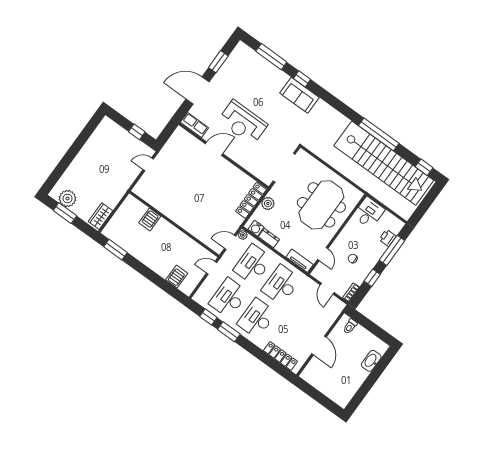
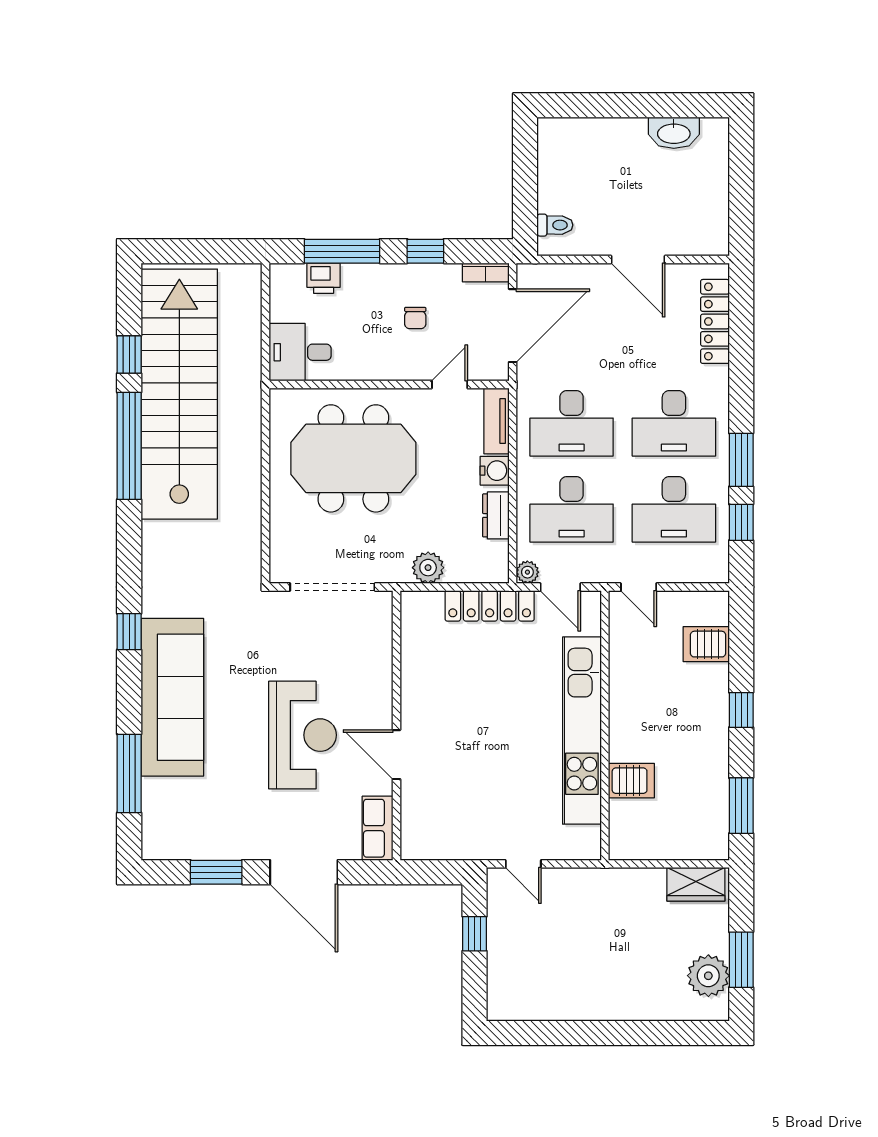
window: (302, 79) -> (129, 632), moved
sofa: (299, 95) -> (172, 697), width x1.85, depth x1.27
window: (424, 167) -> (129, 354), moved
locker: (251, 200) -> (490, 606), moved
kitchen unit: (178, 215) -> (582, 731), added
water cooler: (256, 228) -> (495, 471), moved
window: (147, 272) -> (741, 710), added
door: (327, 289) -> (513, 326), width x1.88
door: (319, 345) -> (638, 260), swing flipped
washbasin: (371, 361) -> (674, 133), moved

